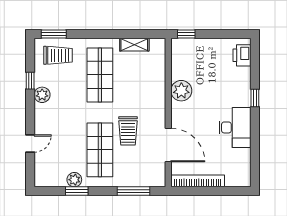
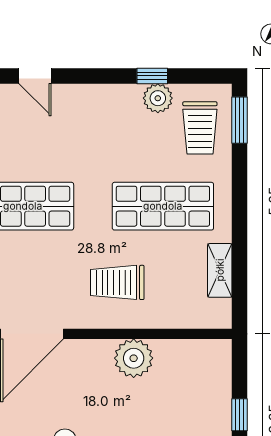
window: (186, 34) -> (240, 415), moved
plant: (42, 95) -> (158, 98), moved
trolley: (128, 131) -> (117, 282), moved

